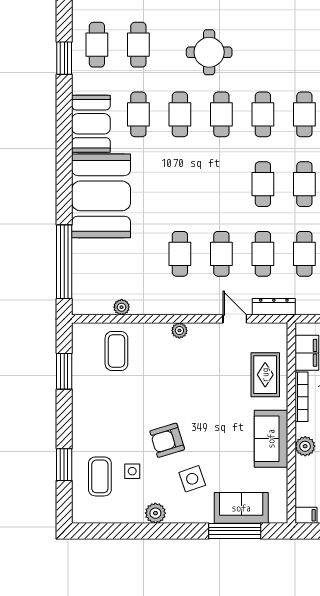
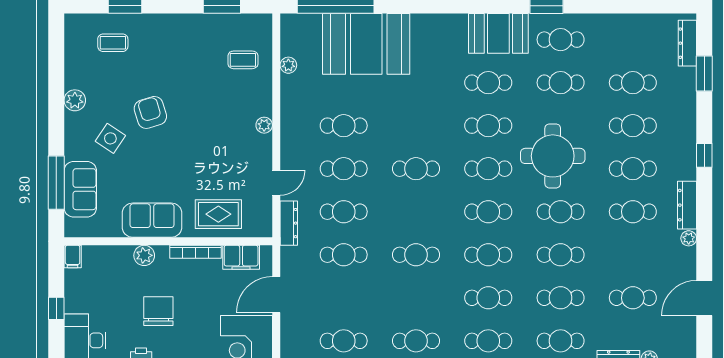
cafe table: (263, 45) -> (561, 212), added
cafe table: (304, 45) -> (561, 255), added
round table: (209, 52) -> (553, 156), width x1.36, depth x1.36
booth: (91, 124) -> (498, 33), moved
cafe table: (263, 184) -> (416, 169), moved
booth: (101, 196) -> (366, 44), moved
coffee table: (116, 351) -> (243, 60), width x0.73, depth x0.77
side table: (132, 471) -> (118, 76), removed
coffee table: (100, 476) -> (113, 43), width x0.73, depth x0.77
side table: (192, 479) -> (110, 138), turned -37

